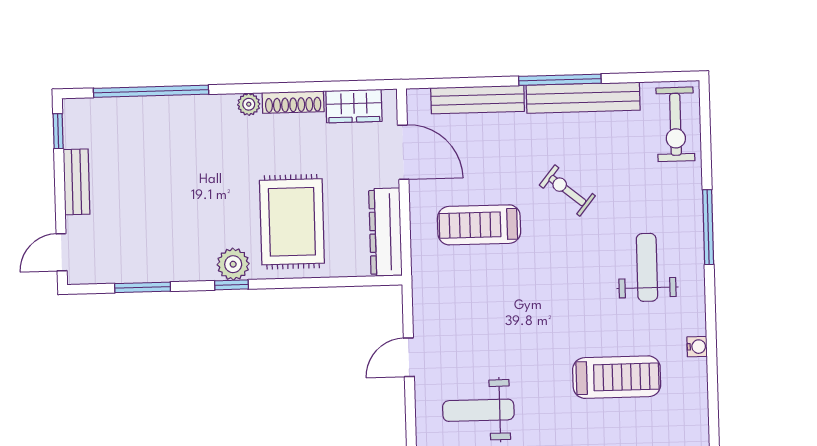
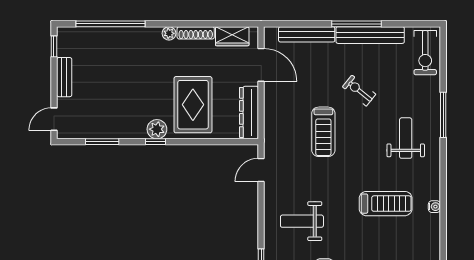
treadmill: (479, 225) -> (323, 132), moved, turned -90
water cooler: (697, 347) -> (434, 207), moved
door: (409, 357) -> (261, 170), moved

